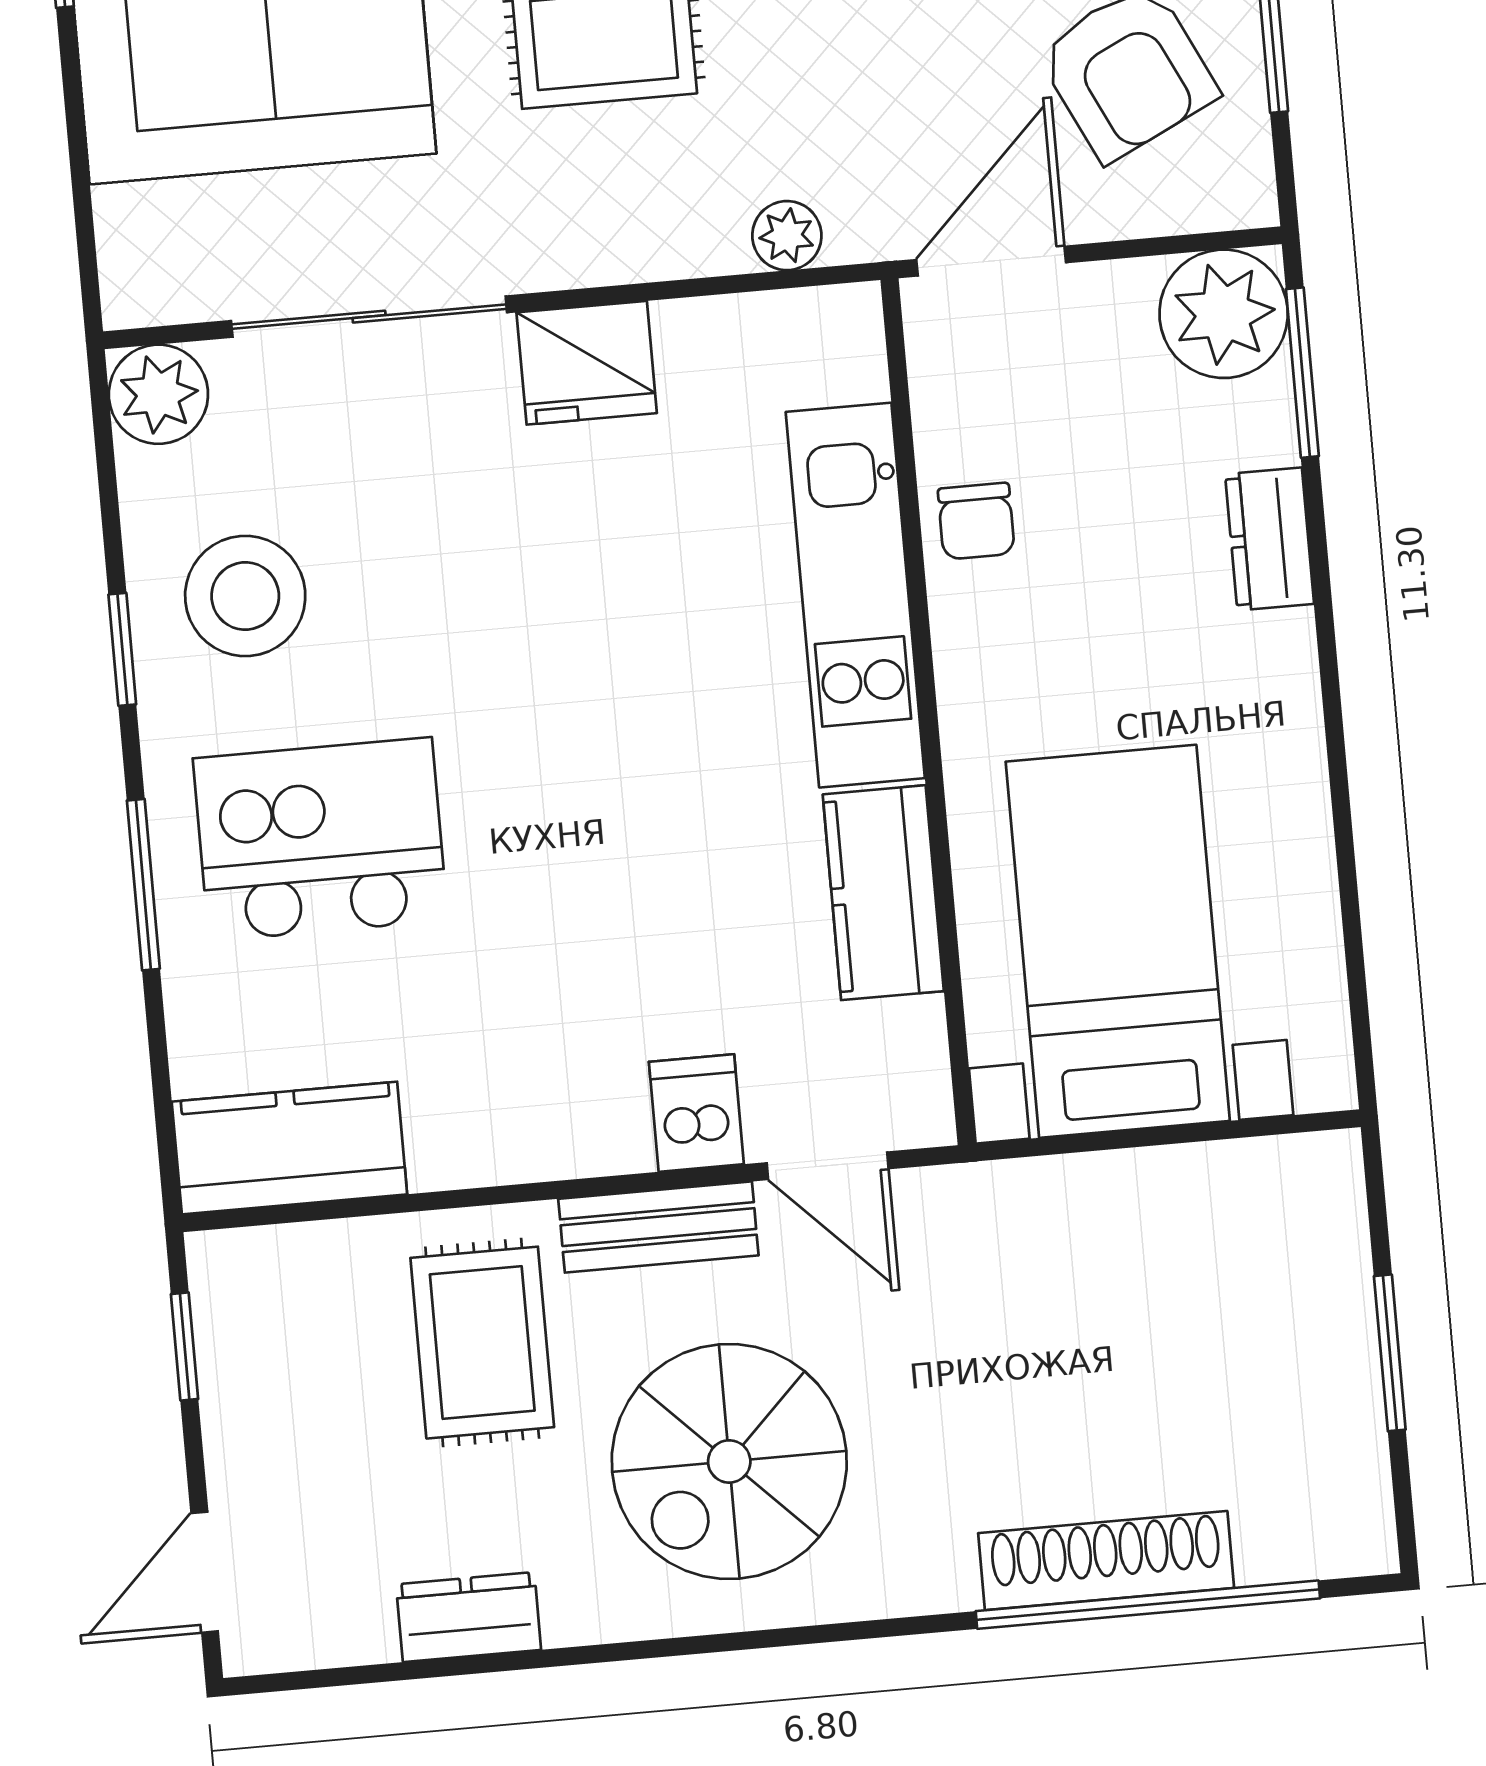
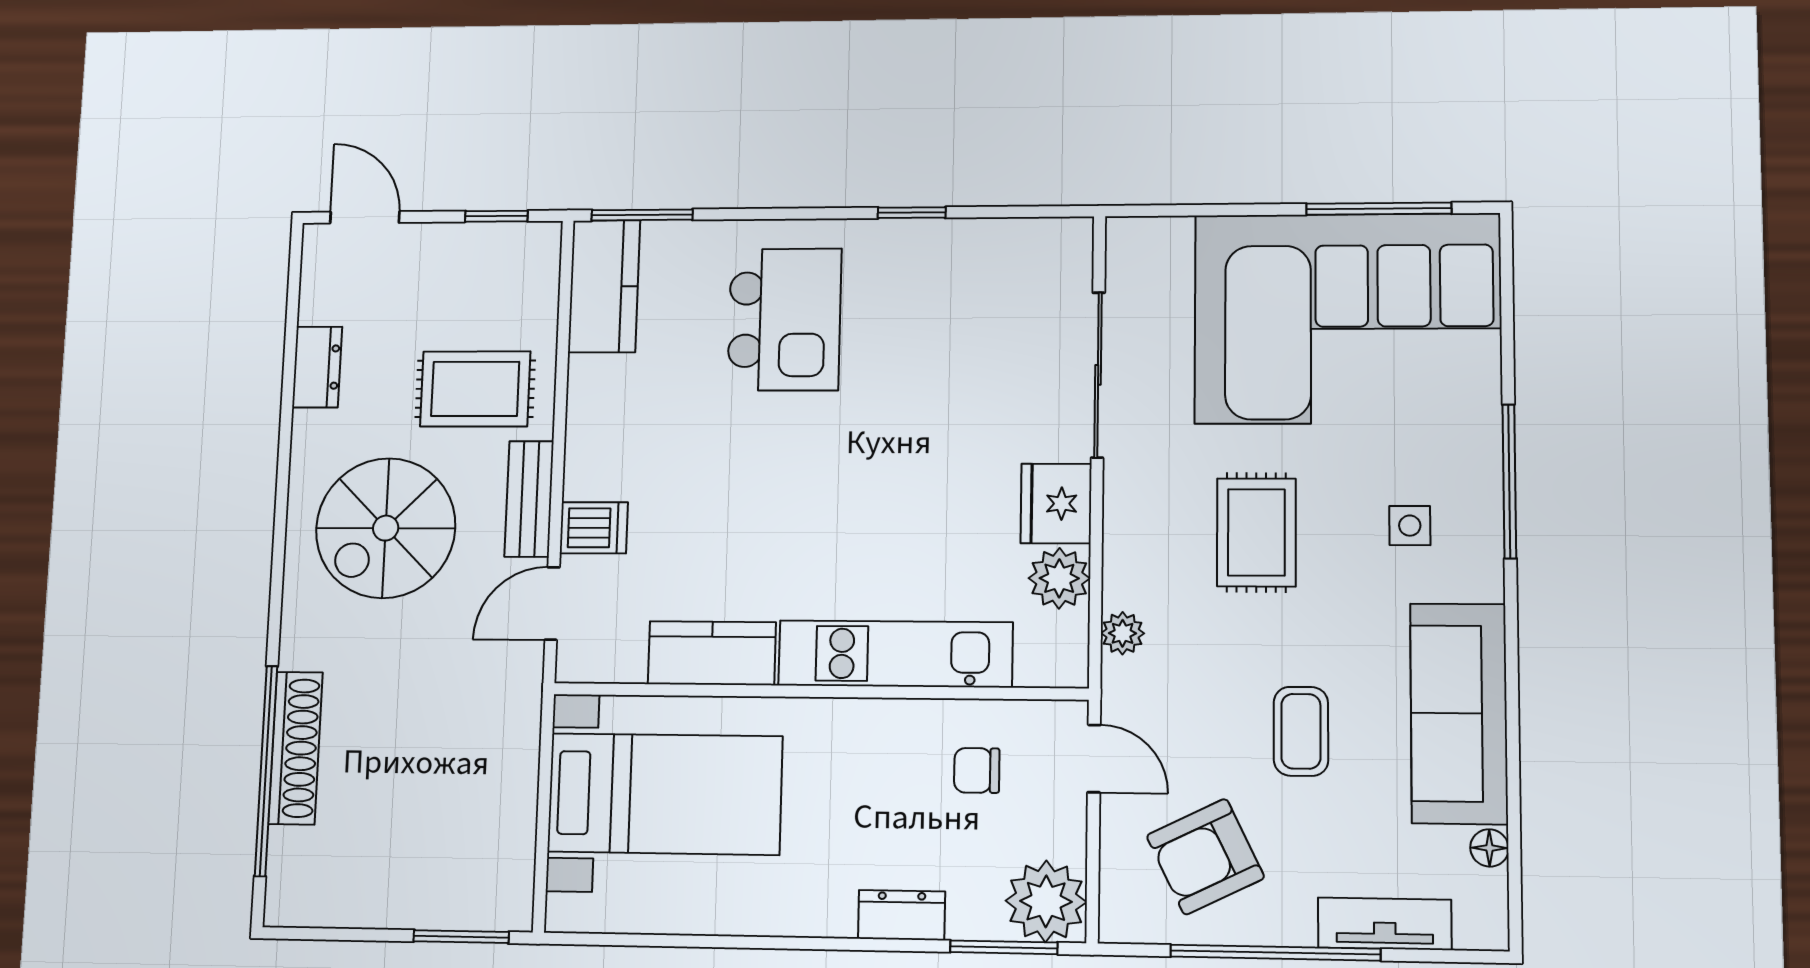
door: (991, 261) -> (1094, 759), width x0.73
plant: (158, 394) -> (1059, 578), moved
chair: (976, 521) -> (977, 770), moved
stool: (245, 596) -> (936, 287), removed
window: (143, 885) -> (642, 215), moved
window: (1390, 1353) -> (461, 937), moved
spiral stairs: (729, 1461) -> (386, 528), turned -90

